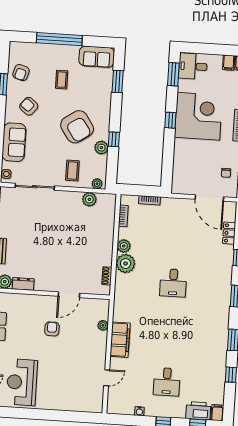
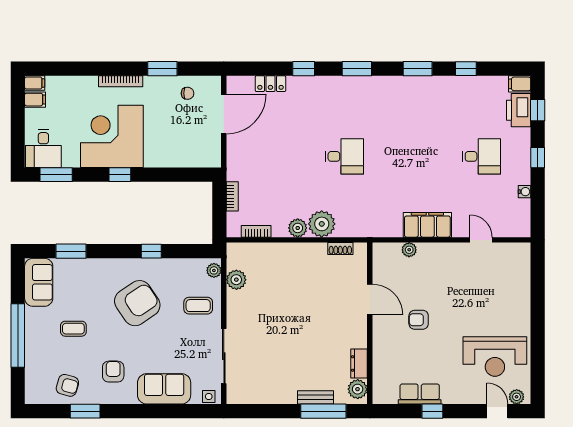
armchair: (29, 106) -> (113, 372), turned 142
plant: (101, 148) -> (164, 268), removed

